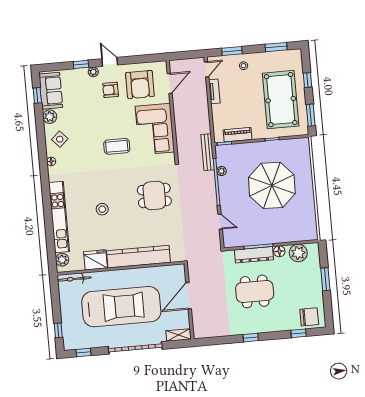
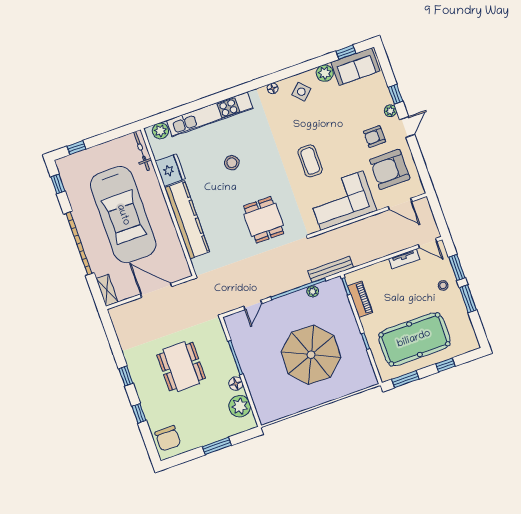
window: (276, 47) -> (468, 299), moved
armchair: (111, 90) -> (375, 137), turned -90
dresser: (254, 255) -> (224, 355), removed
window: (299, 333) -> (139, 413), moved

